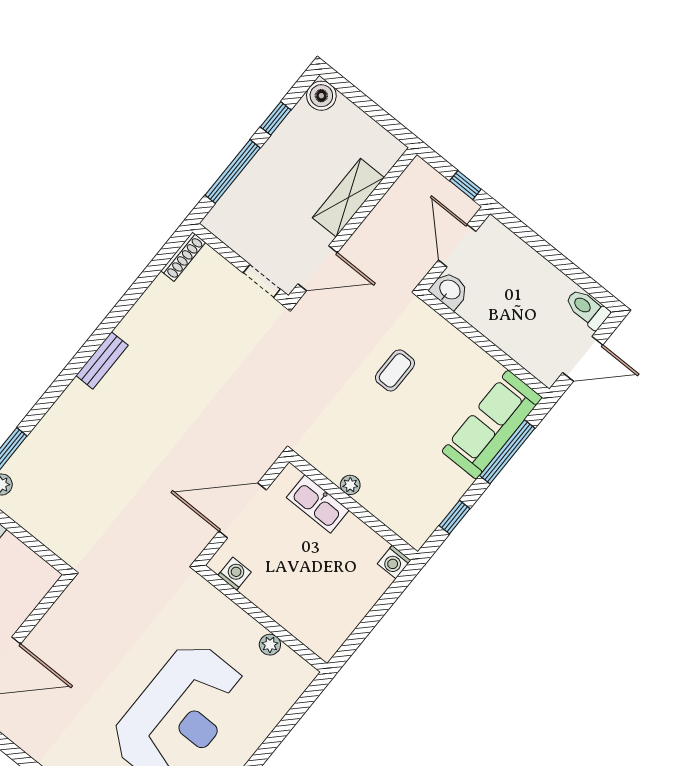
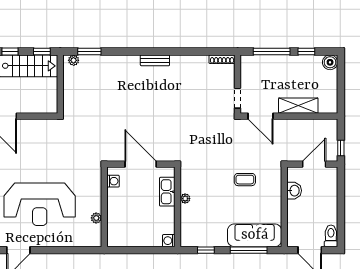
washbasin: (449, 290) -> (294, 191), moved

